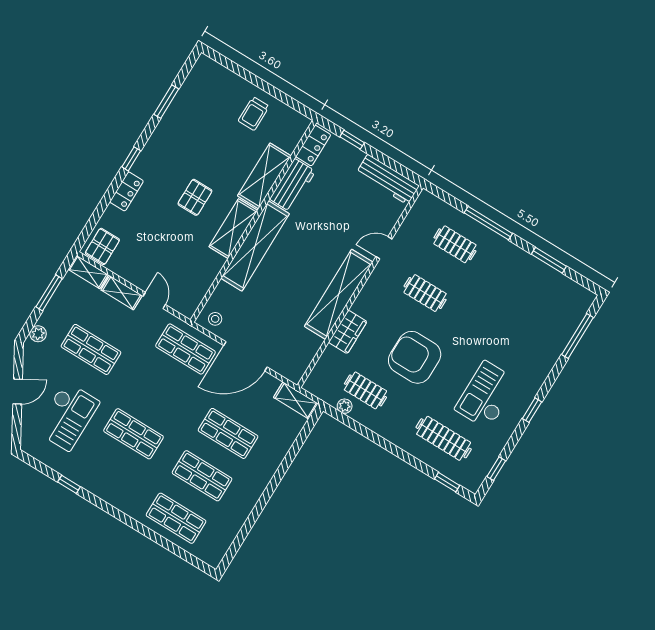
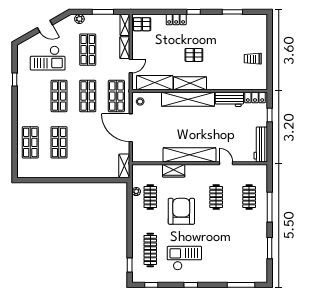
shelving: (264, 176) -> (155, 83), moved
shop shelf: (228, 433) -> (88, 96), moved

